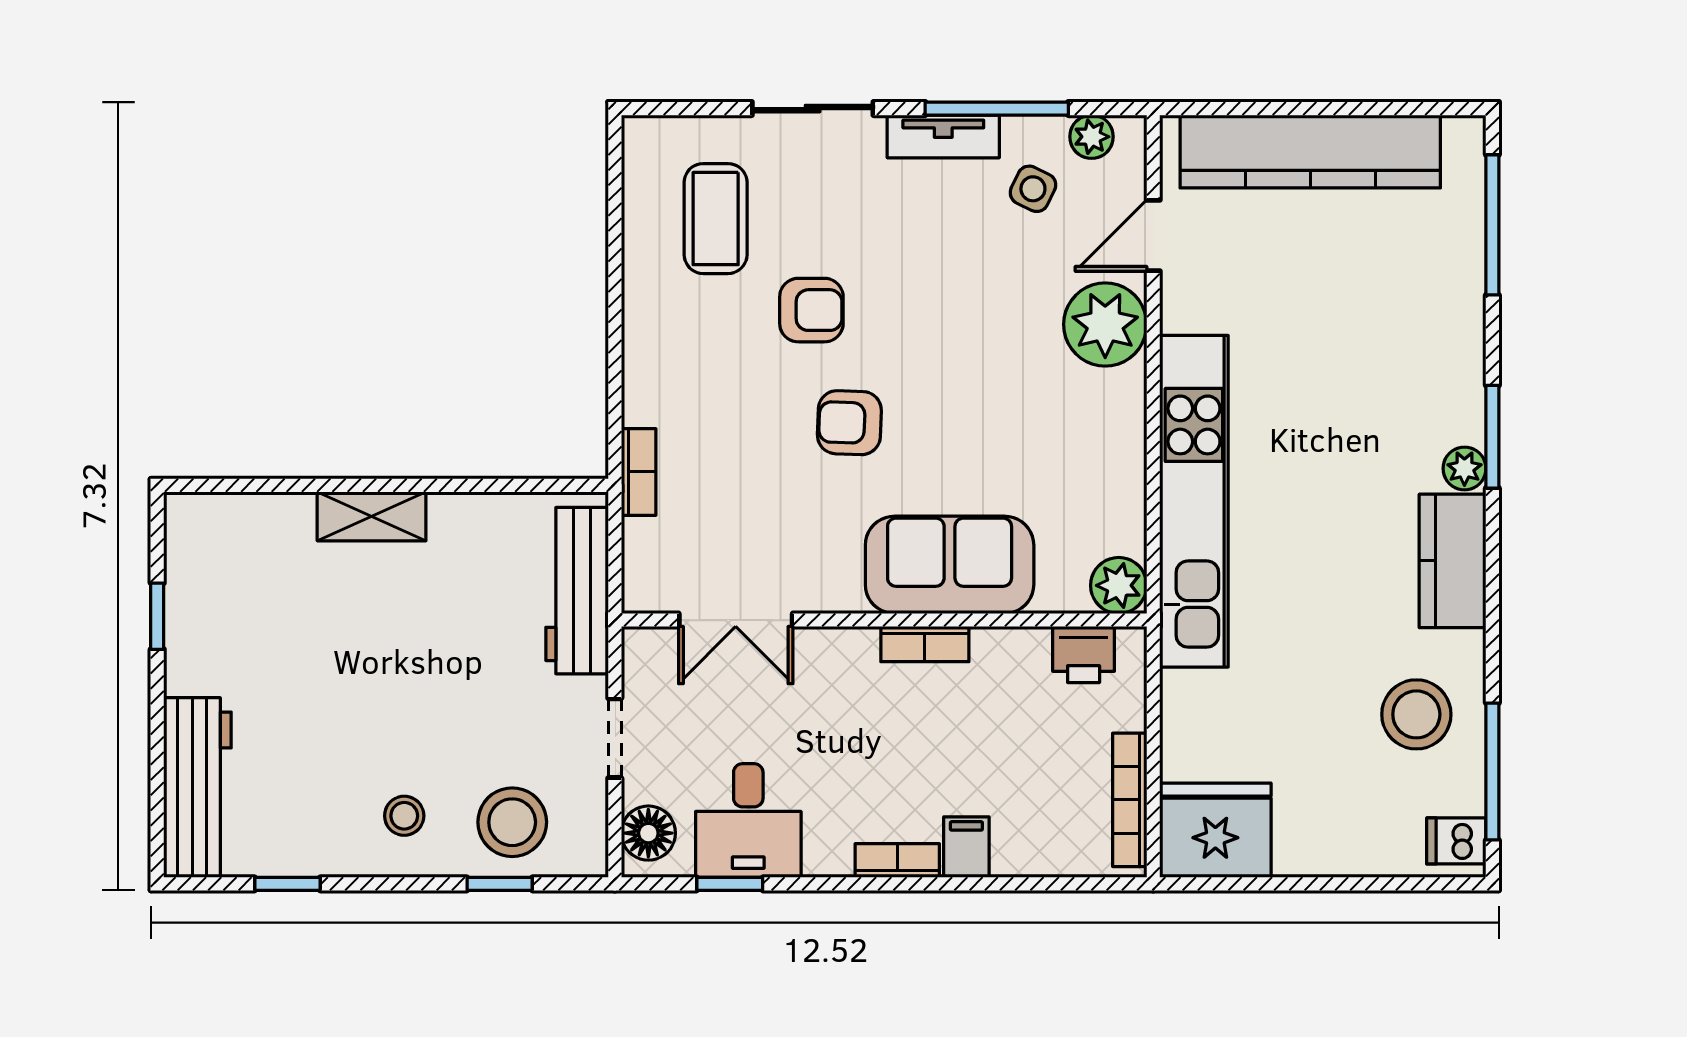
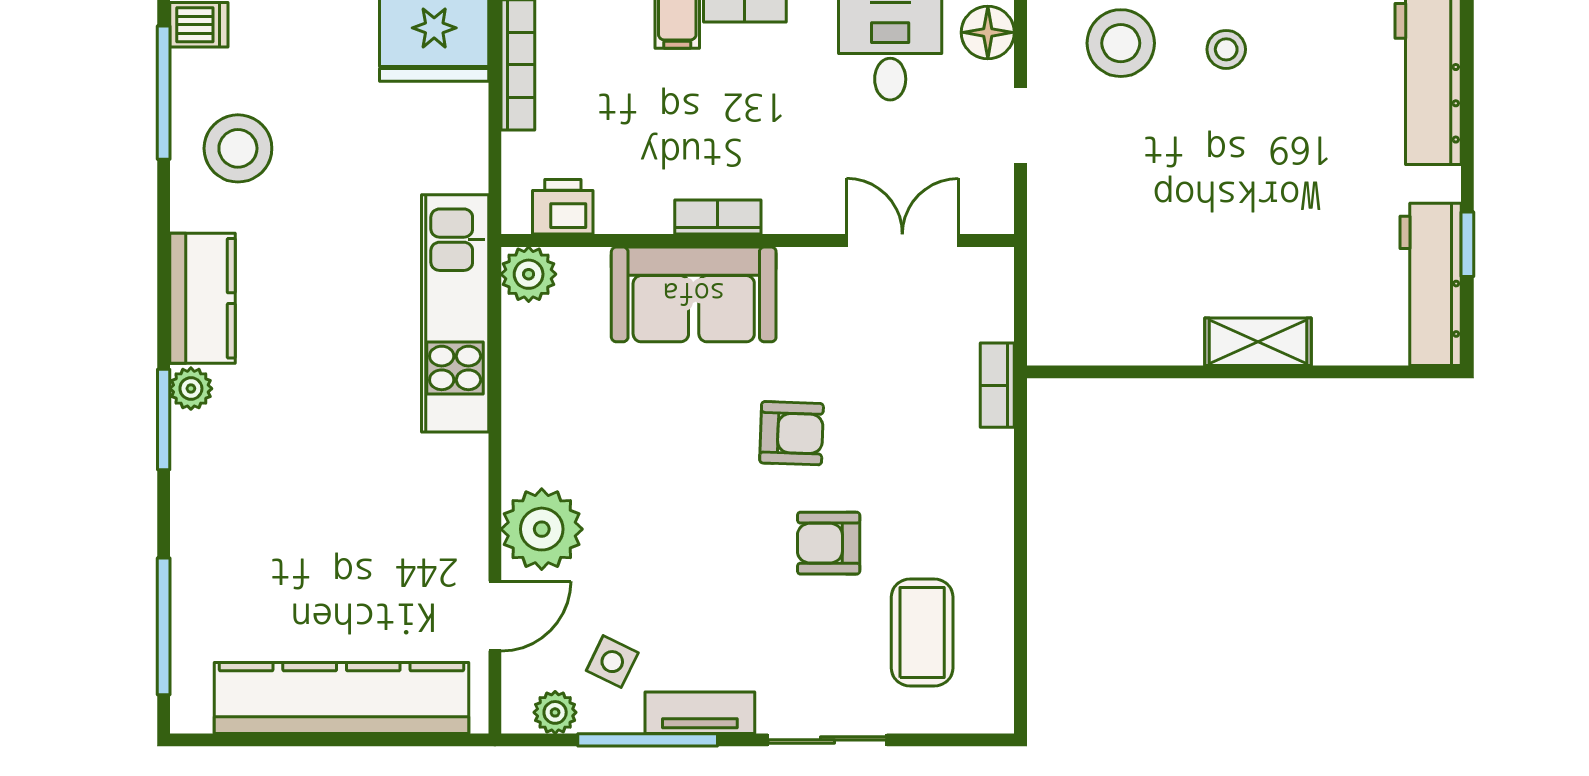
kitchen unit: (1194, 501) -> (455, 313), width x0.73
workbench: (577, 591) -> (1431, 284), moved, turned 180

